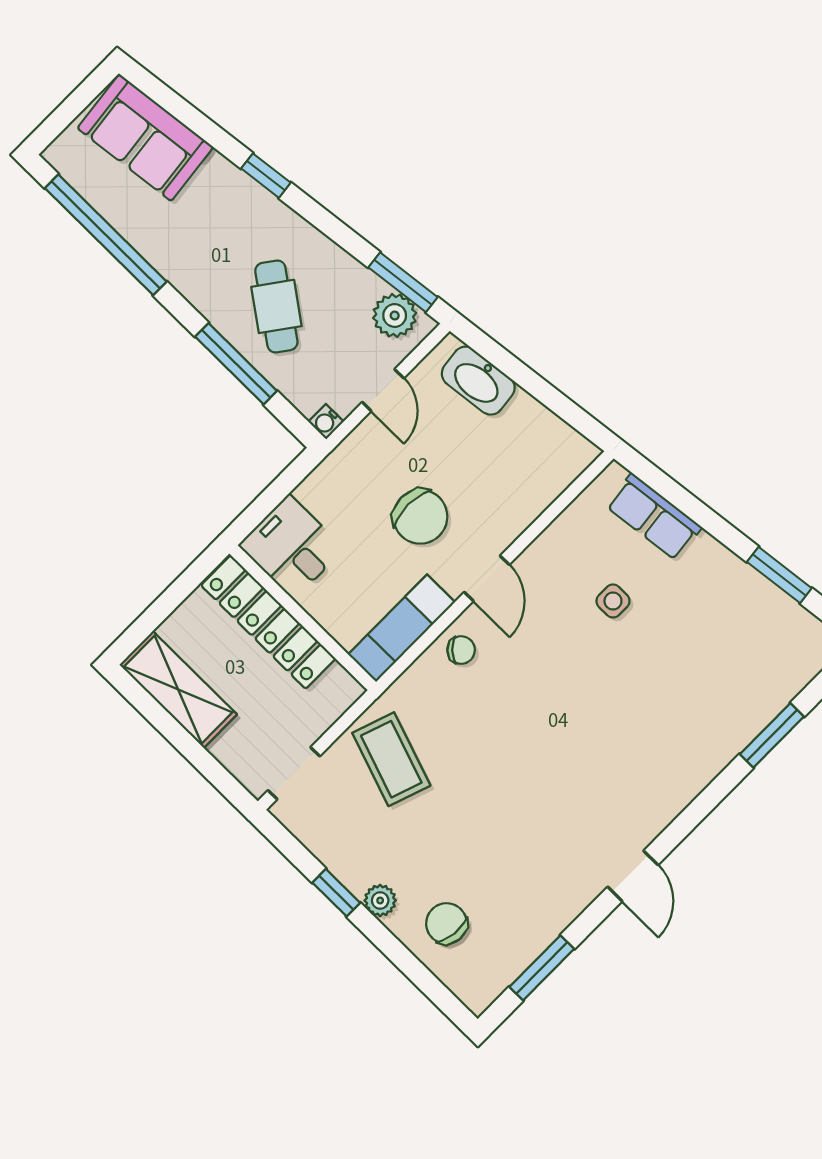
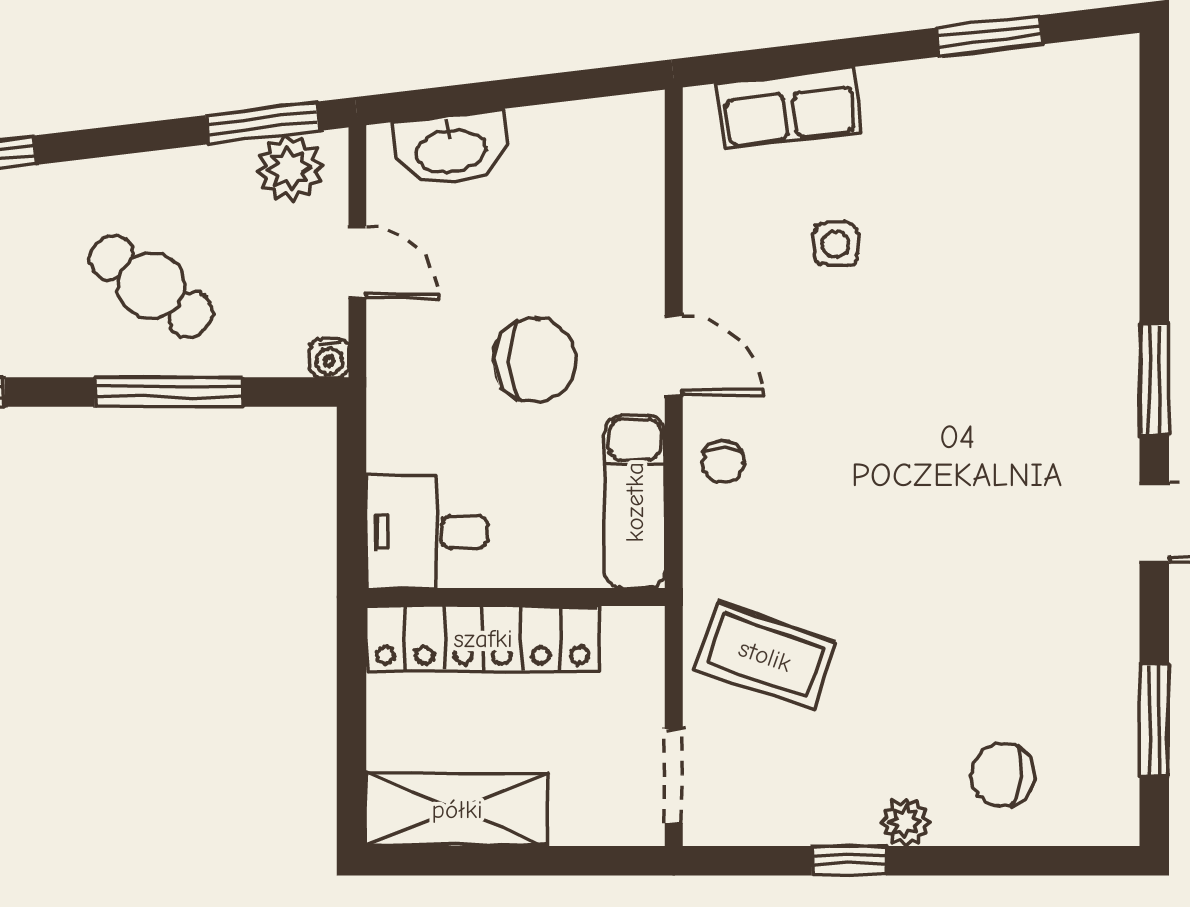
chair: (461, 650) -> (723, 461), turned 136
window: (772, 735) -> (1154, 379), moved

